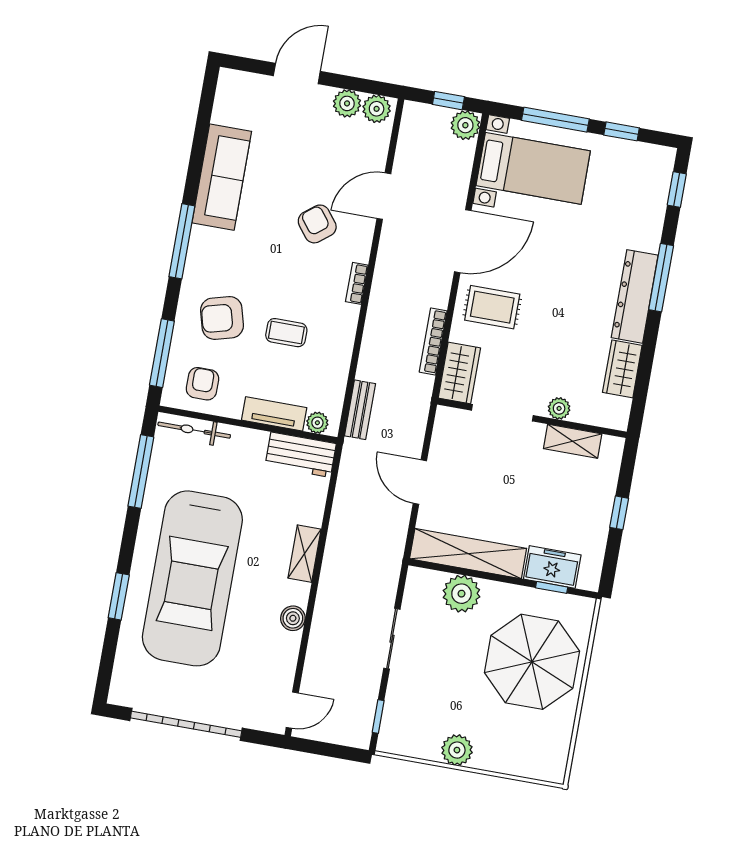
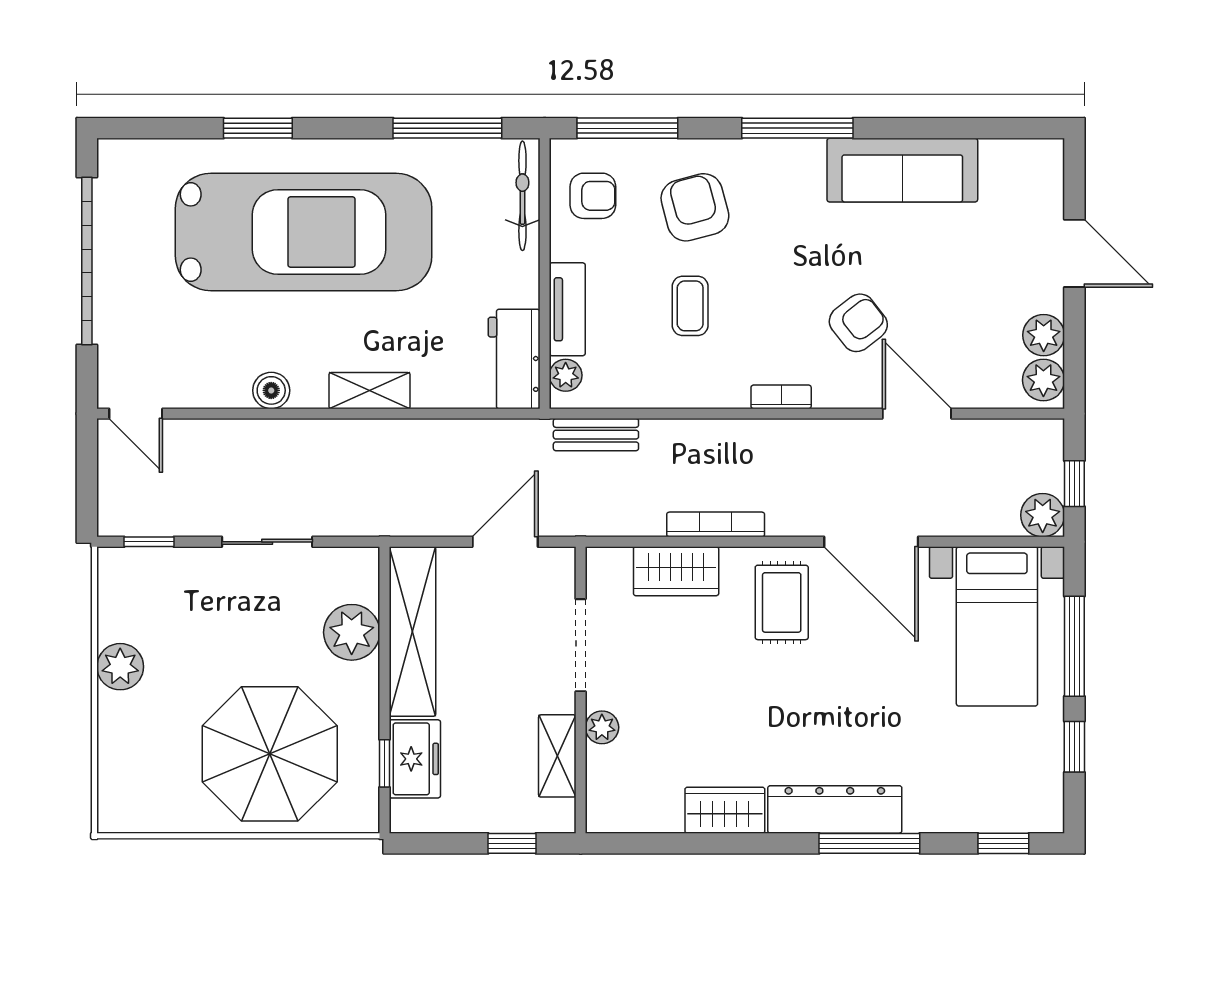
plant: (559, 408) -> (602, 727), moved
doorway: (502, 413) -> (581, 645), moved
wall: (532, 418) -> (581, 690), moved
shelving: (573, 441) -> (557, 756), moved
car: (192, 578) -> (304, 232), turned 180

